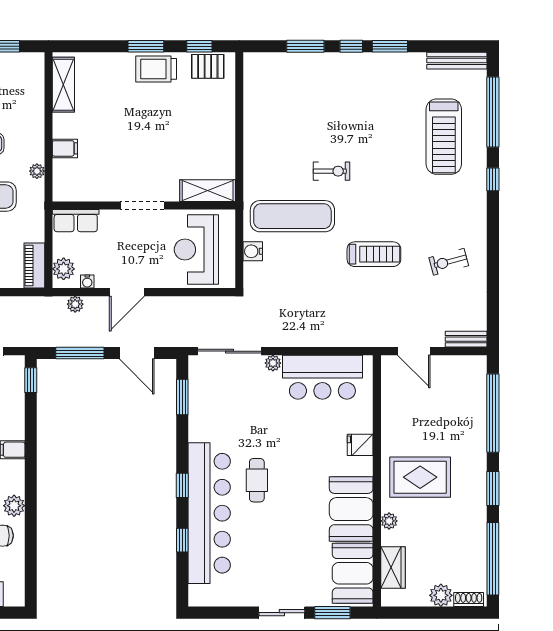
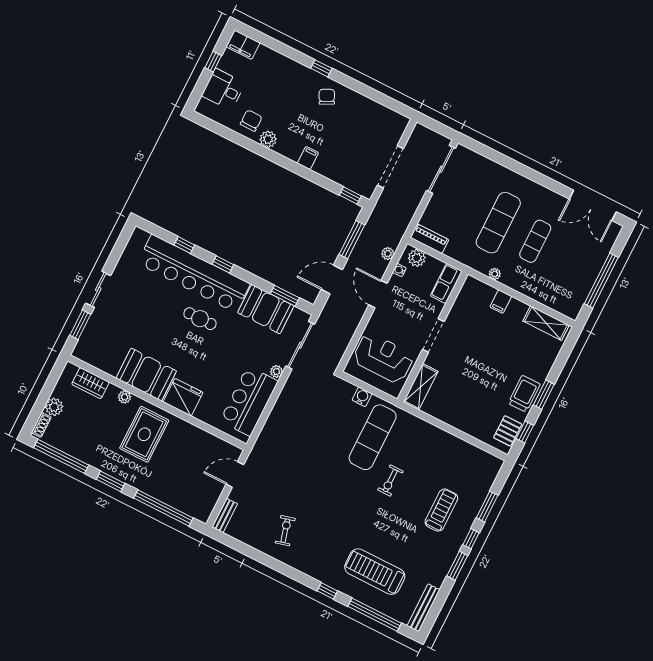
treadmill: (374, 254) -> (441, 510), moved, turned 180
fridge: (360, 445) -> (183, 397), width x1.88, depth x1.34
booth: (353, 573) -> (266, 309), moved

